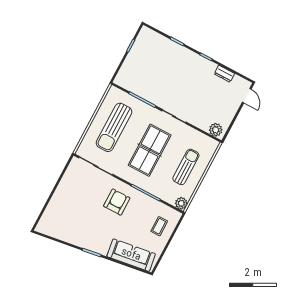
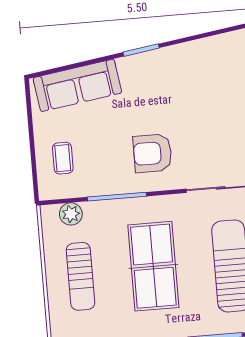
armchair: (117, 202) -> (152, 153), turned 90
plant: (181, 203) -> (71, 214), moved

